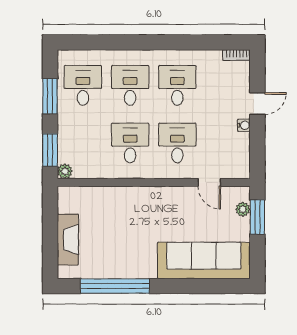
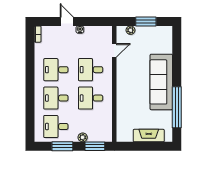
plant: (65, 171) -> (83, 137), moved
window: (257, 217) -> (146, 21), moved
sofa: (204, 260) -> (161, 82), moved

